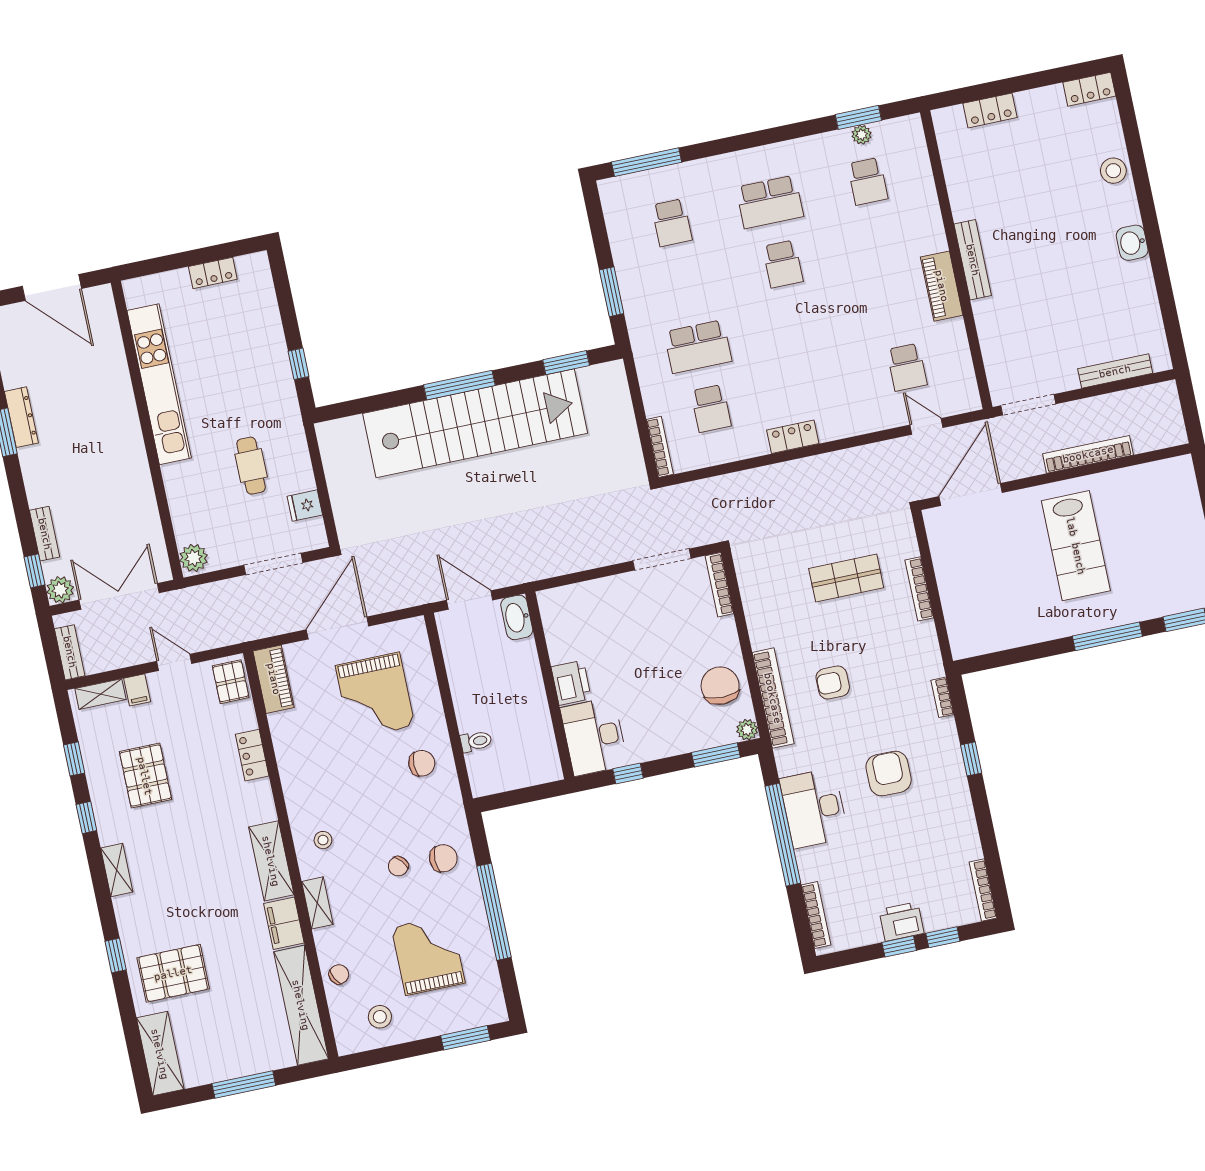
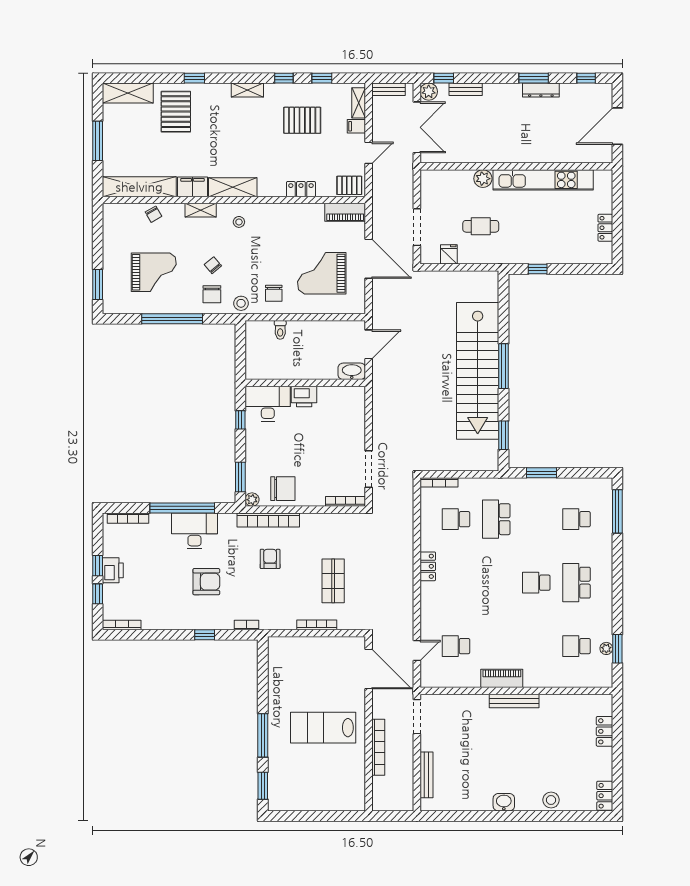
plant: (194, 558) -> (483, 179), moved
stool: (380, 1017) -> (241, 303), moved

